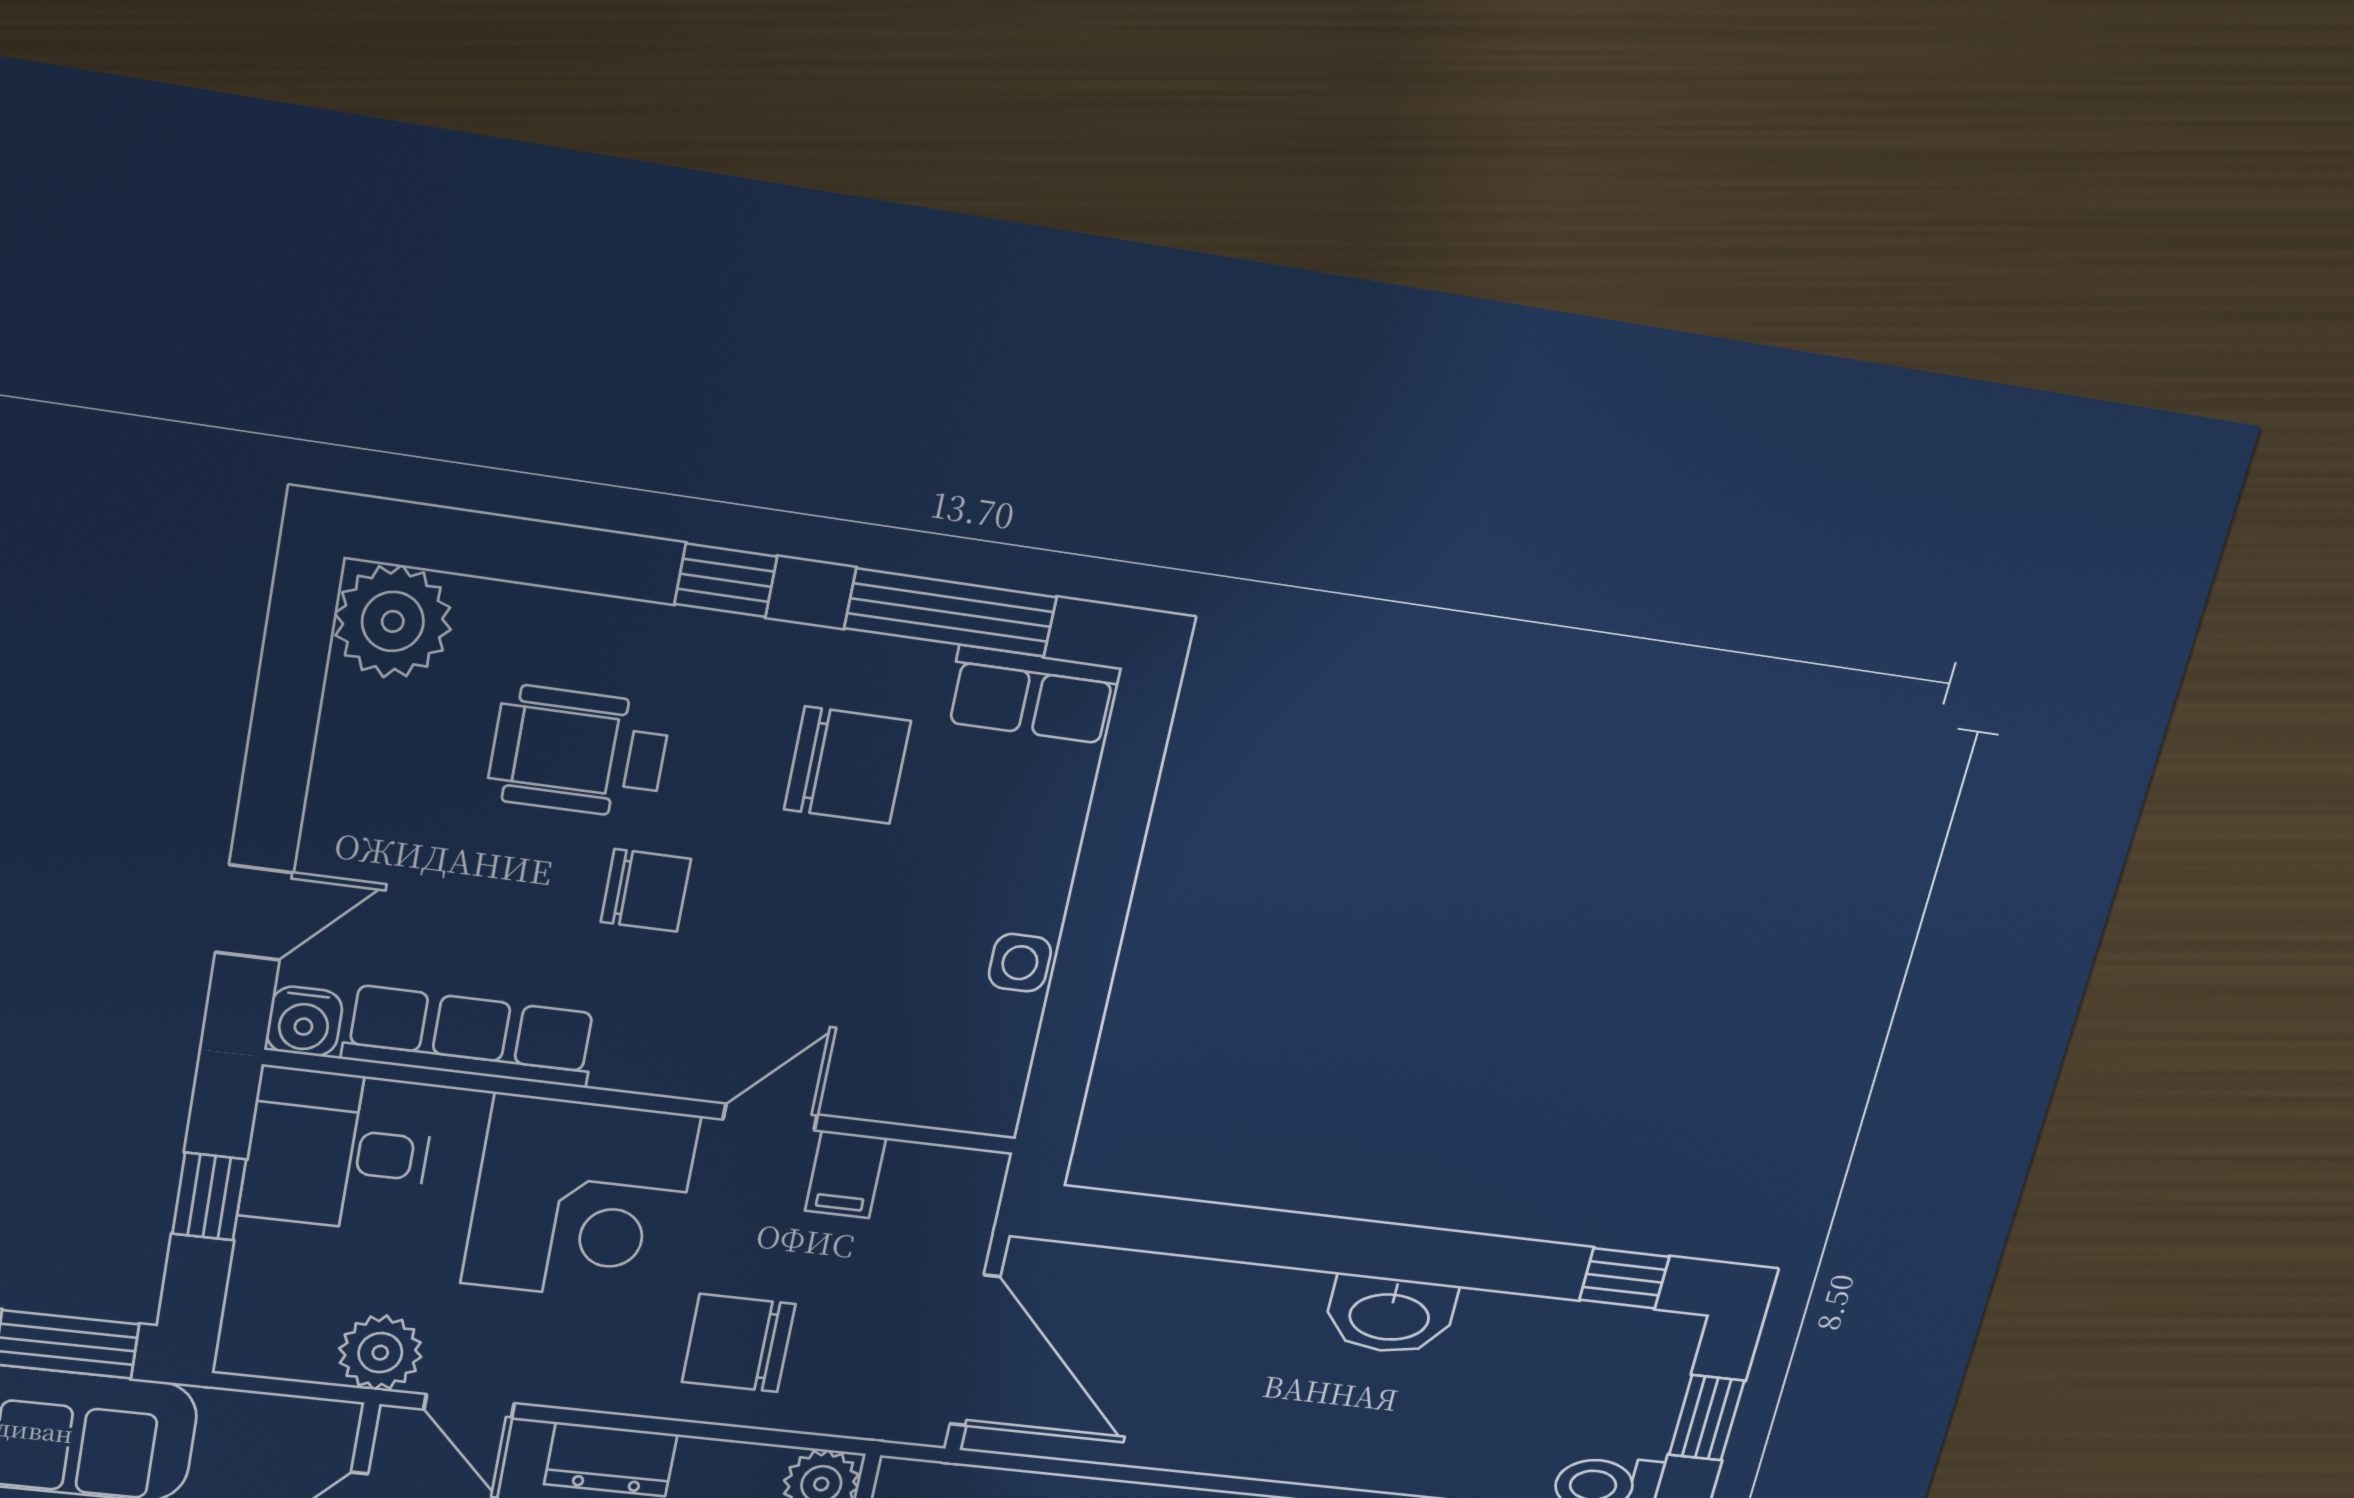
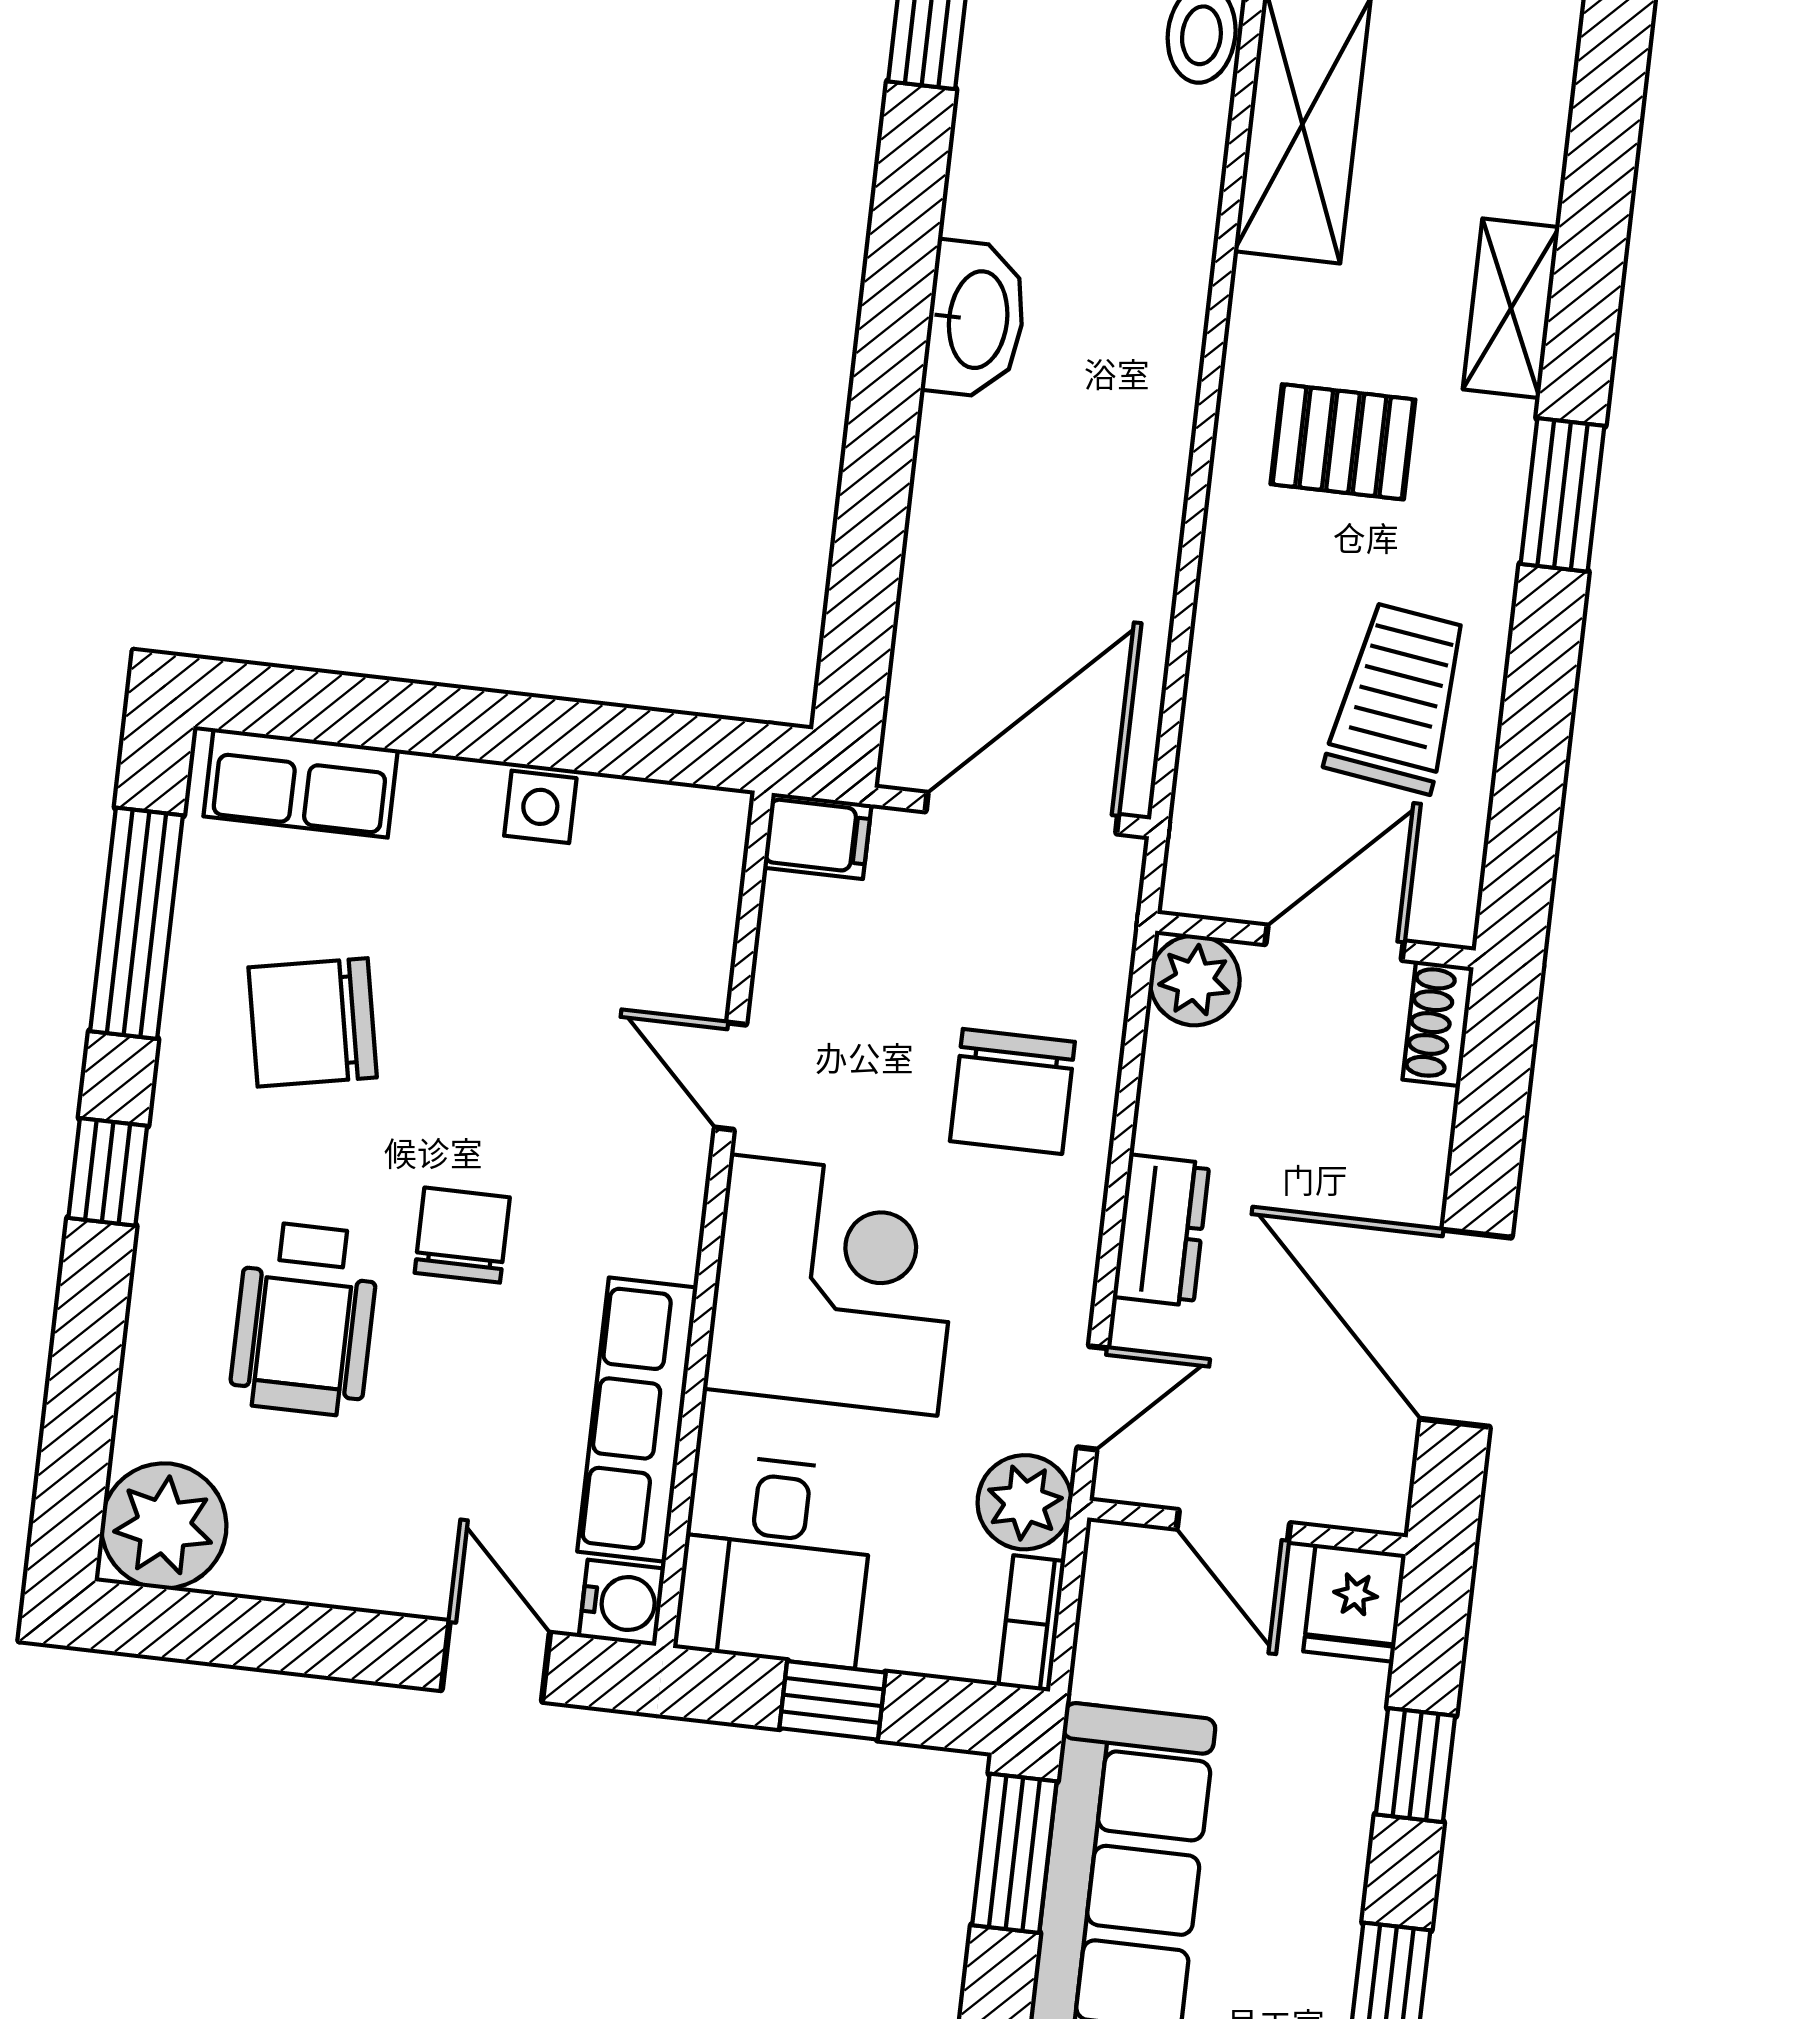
row of seats: (1033, 695) -> (301, 783), moved, turned 90
chair: (847, 765) -> (313, 1022), turned -101
filing cabinet: (846, 1174) -> (817, 836), moved
bookcase: (273, 1358) -> (1032, 1623), added

